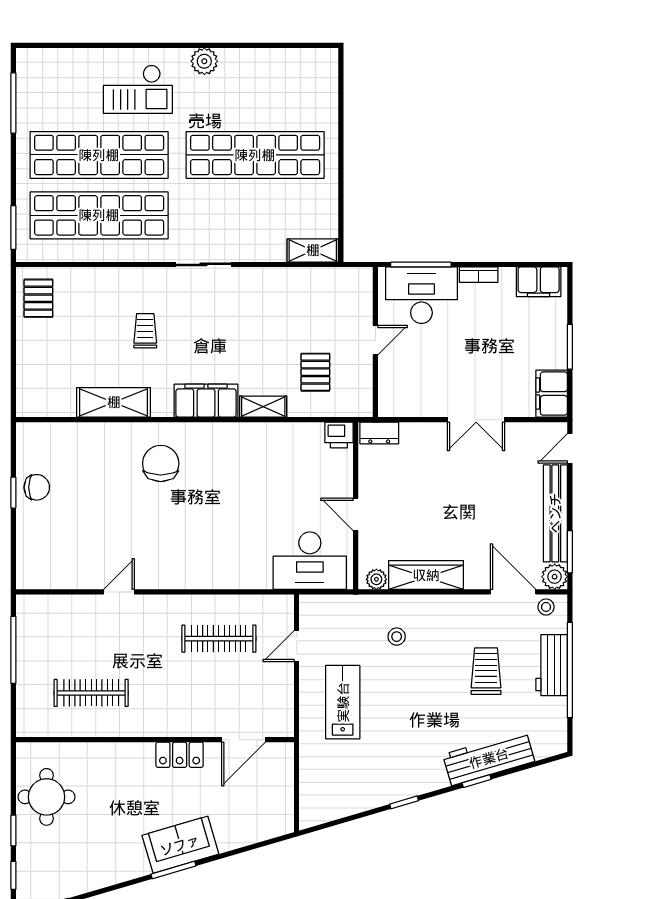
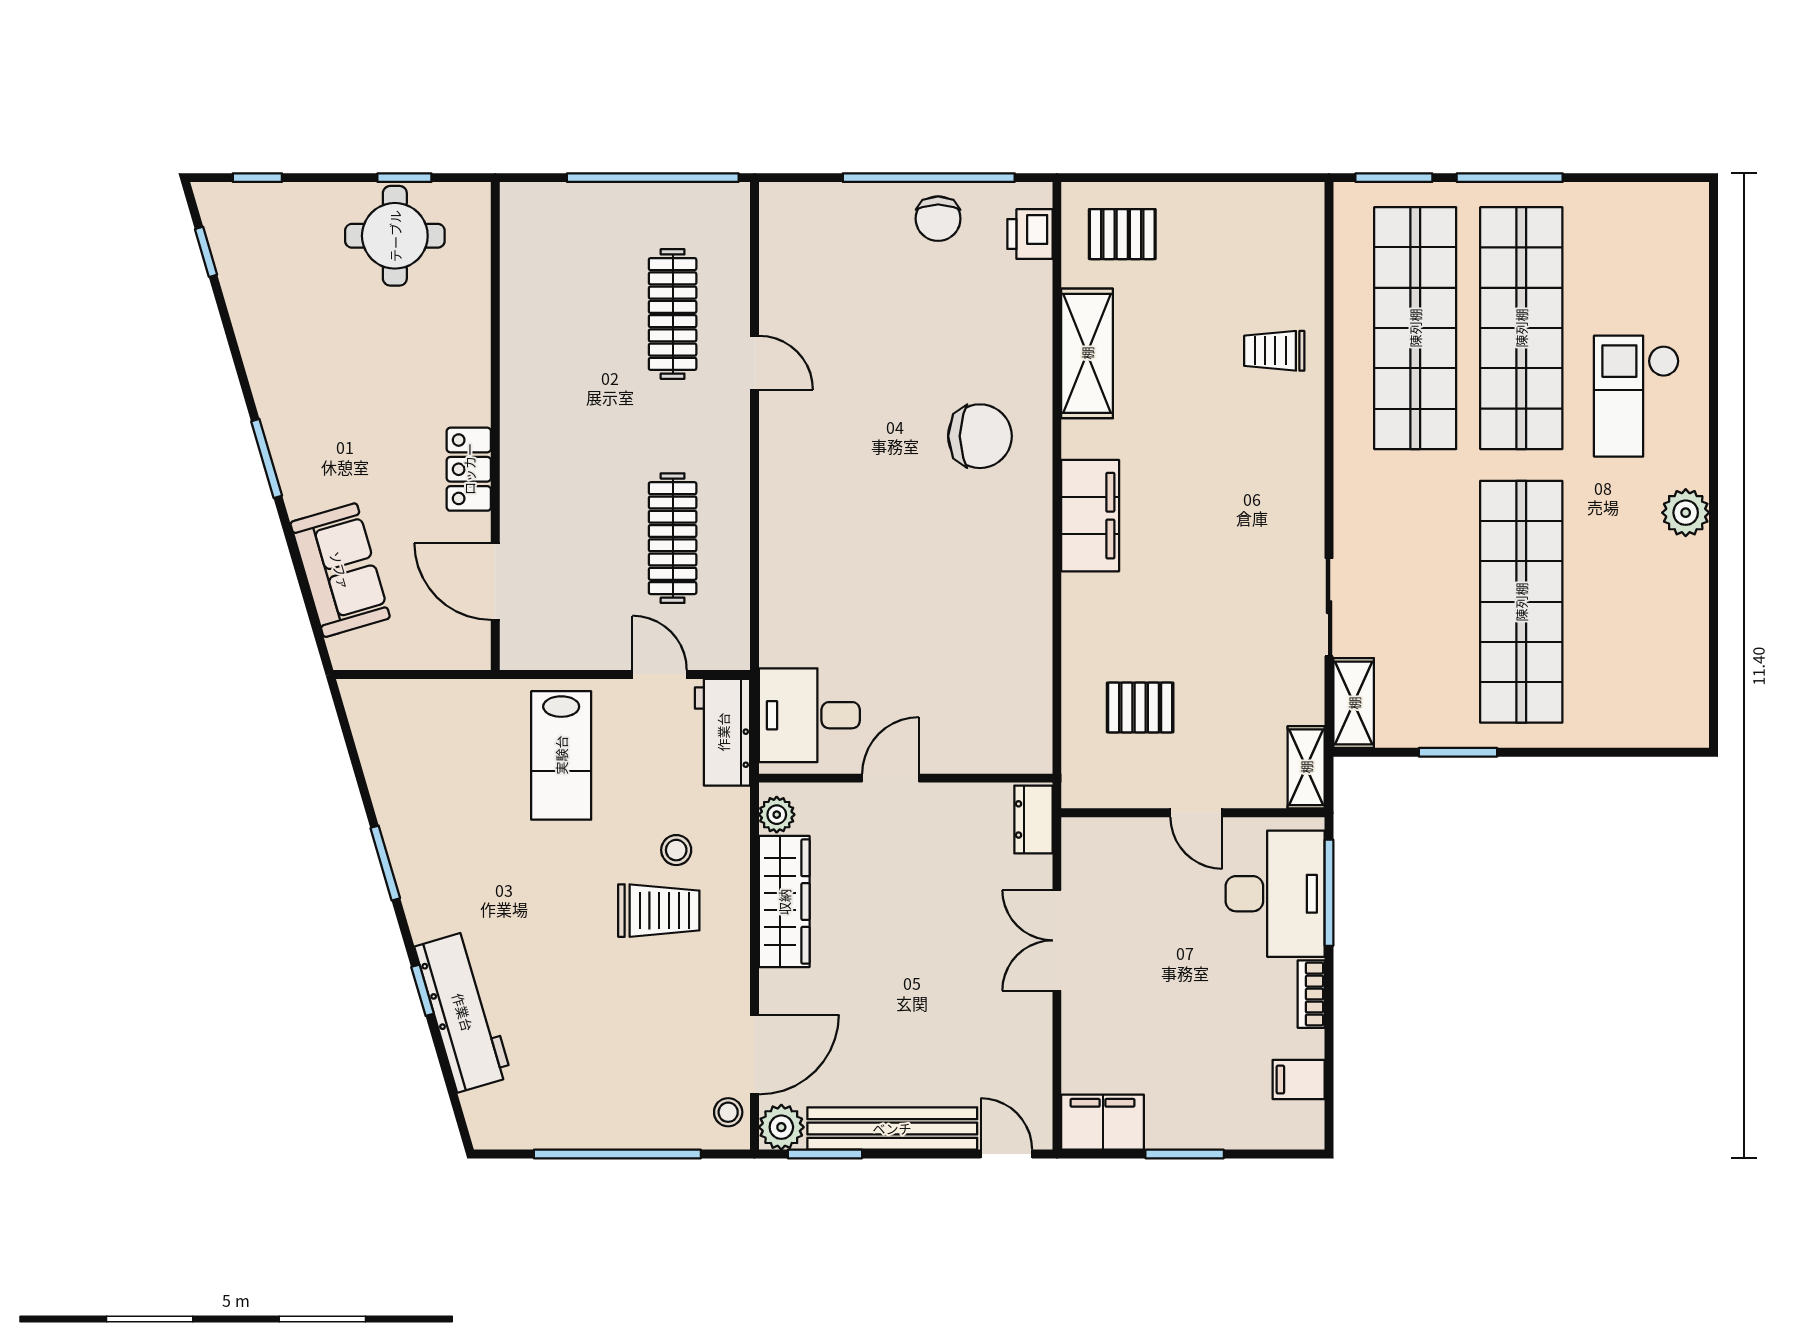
window: (13, 103) -> (1510, 178), moved
window: (341, 191) -> (1458, 752), added
sliding door: (203, 264) -> (1329, 607), moved
filing cabinet: (539, 282) -> (1299, 1080), width x0.50
pallet: (38, 298) -> (1122, 234), moved
trolley: (145, 331) -> (1274, 351), moved, turned 180
shelving: (263, 407) -> (1306, 767), moved
double door: (476, 420) -> (1057, 940), moved
printer: (339, 435) -> (1030, 234), moved
window: (13, 493) -> (929, 178), width x3.17
desk: (310, 561) -> (809, 715), width x0.73
window: (13, 650) -> (653, 178), width x1.46
workbench: (552, 665) -> (723, 732), moved, turned -90
trolley: (486, 671) -> (659, 911), moved
clothes rail: (91, 693) -> (673, 314), moved
lab bench: (343, 702) -> (561, 755), turned 90
window: (404, 802) -> (385, 863), width x1.50
window: (13, 831) -> (404, 178), moved
sofa: (180, 845) -> (340, 570), moved

